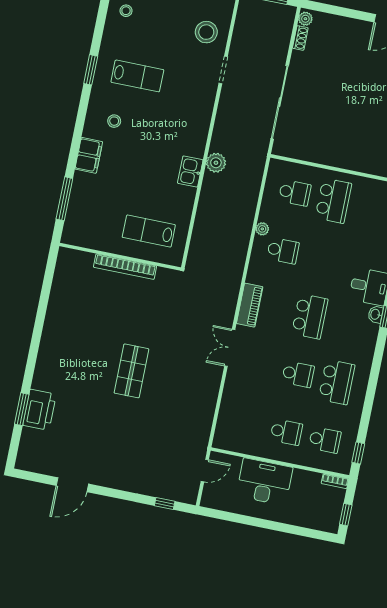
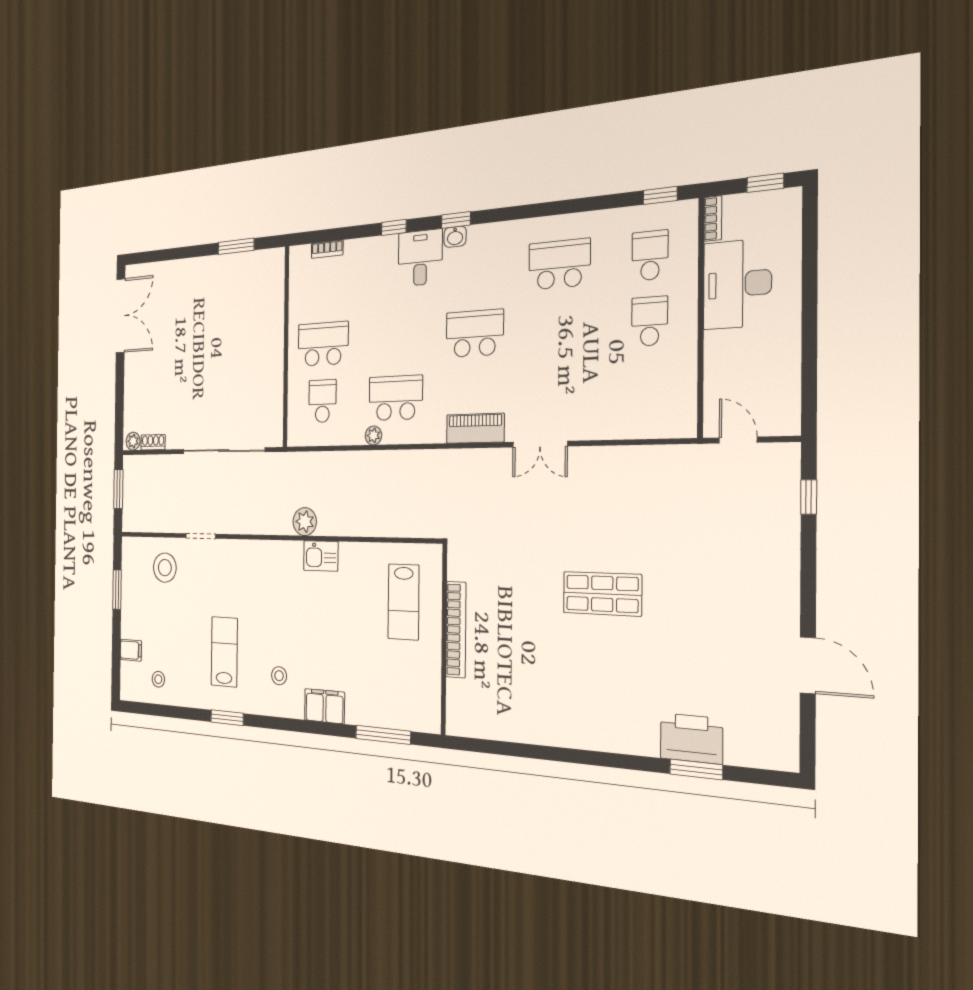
school desk: (283, 251) -> (396, 398), width x1.85
school desk: (298, 374) -> (559, 328), removed
desk: (264, 482) -> (737, 284), moved

